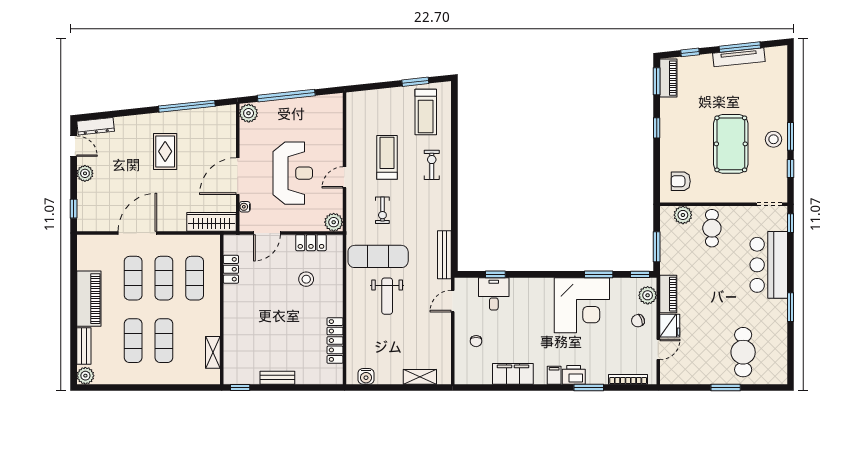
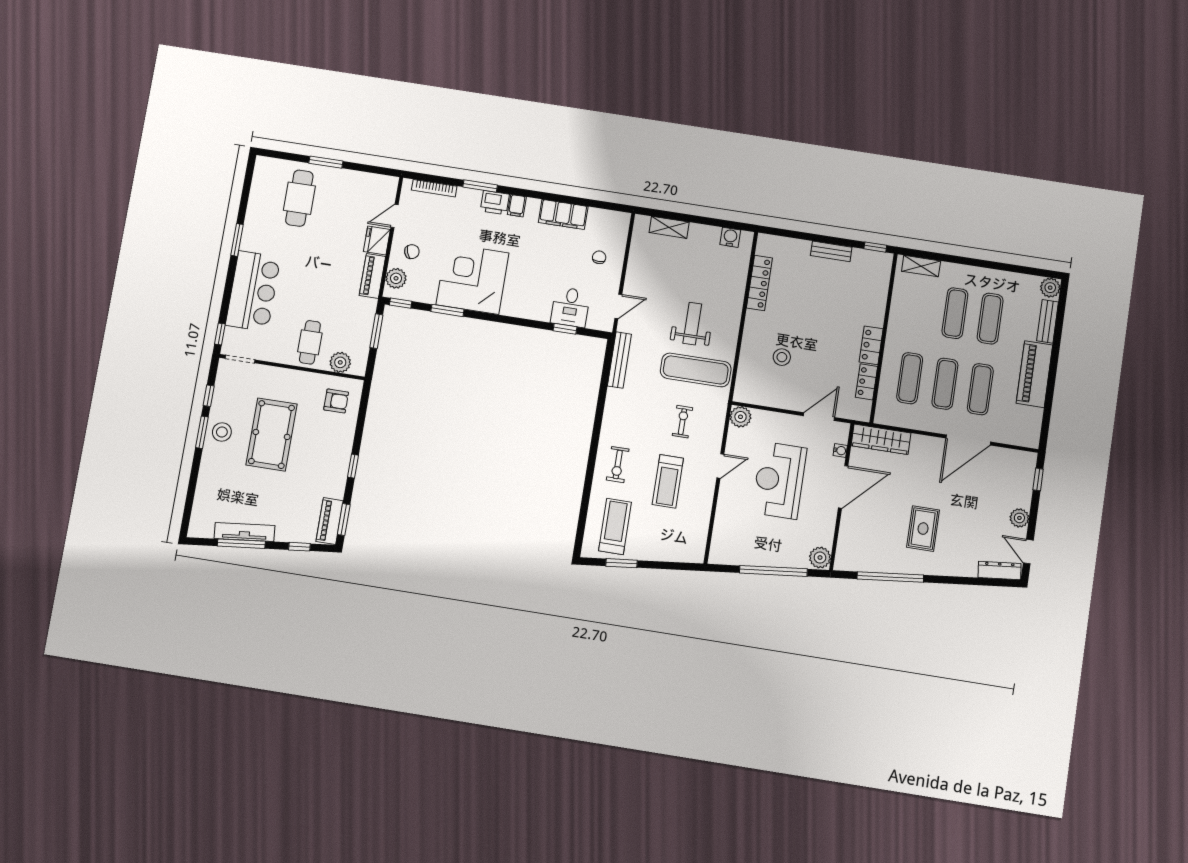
locker: (311, 243) -> (871, 345), moved, turned -90
shelving: (213, 352) -> (921, 266), moved, turned 90

